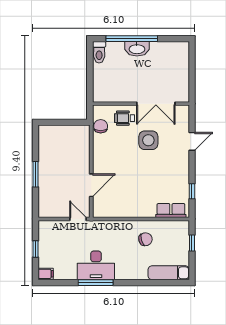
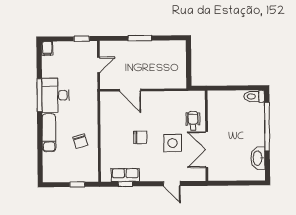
washbasin: (137, 49) -> (258, 158), moved
chair: (101, 126) -> (140, 137), moved
row of seats: (171, 210) -> (125, 175), moved, turned -90
door: (78, 219) -> (99, 65), moved
window: (35, 249) -> (82, 39), moved
exam couch: (169, 273) -> (49, 133), moved

